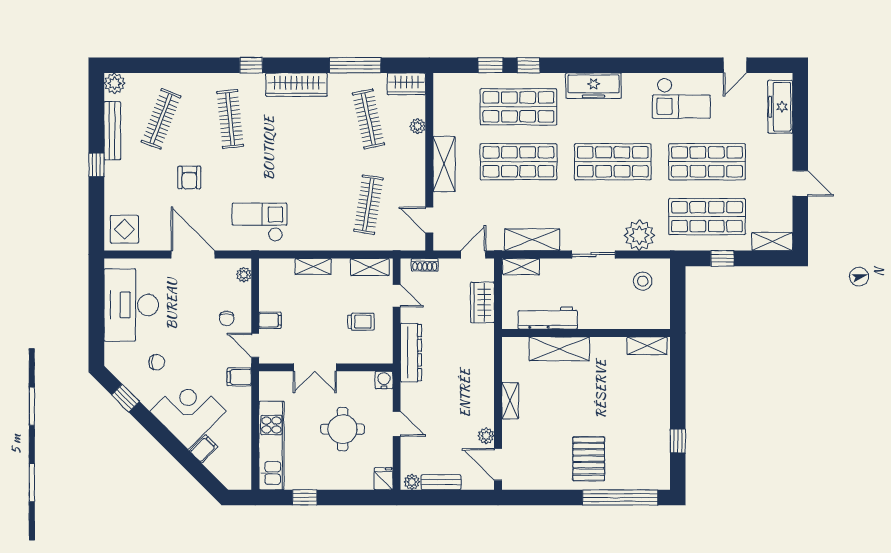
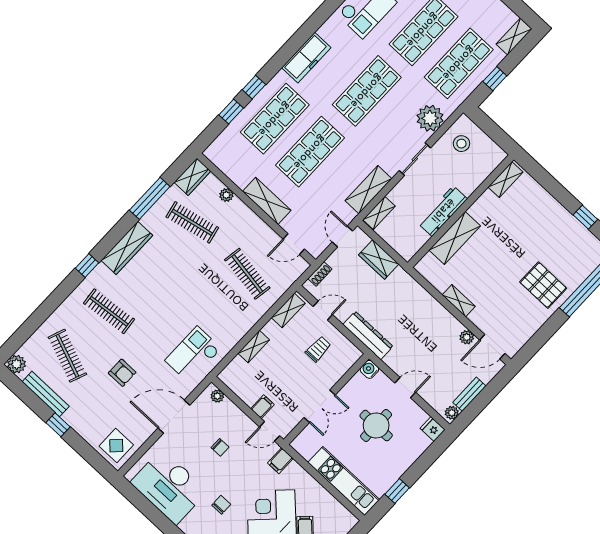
chair: (227, 318) -> (220, 447), moved
workbench: (548, 318) -> (443, 211), moved

